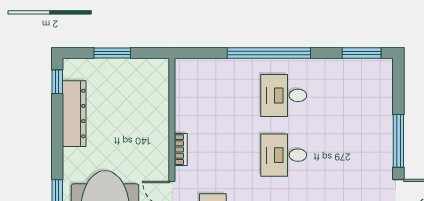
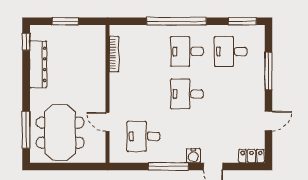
desk: (345, 95) -> (231, 51), added
window: (398, 141) -> (268, 71), moved
bookcase: (181, 150) -> (114, 54), moved, width x1.56

